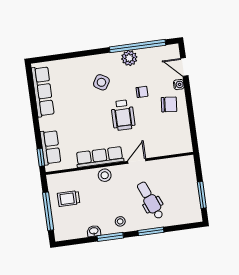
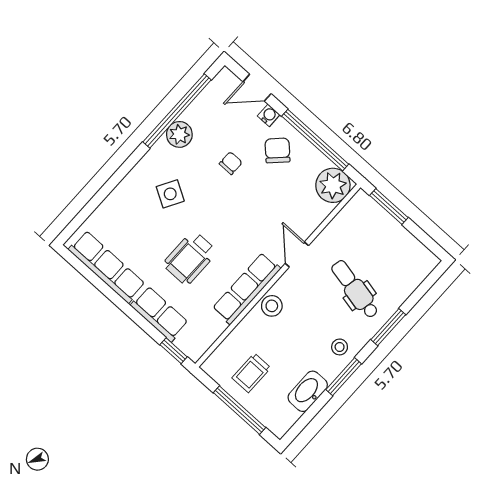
chair: (169, 104) -> (277, 150), turned -51
wheelchair: (123, 115) -> (190, 258), moved, turned 90
window: (191, 115) -> (315, 140), added
plant: (181, 143) -> (333, 185), added
row of seats: (50, 147) -> (159, 314), moved
window: (202, 195) -> (389, 206), moved
dental chair: (150, 200) -> (355, 289), turned 34
washbasin: (94, 231) -> (308, 391), width x1.91, depth x1.45

